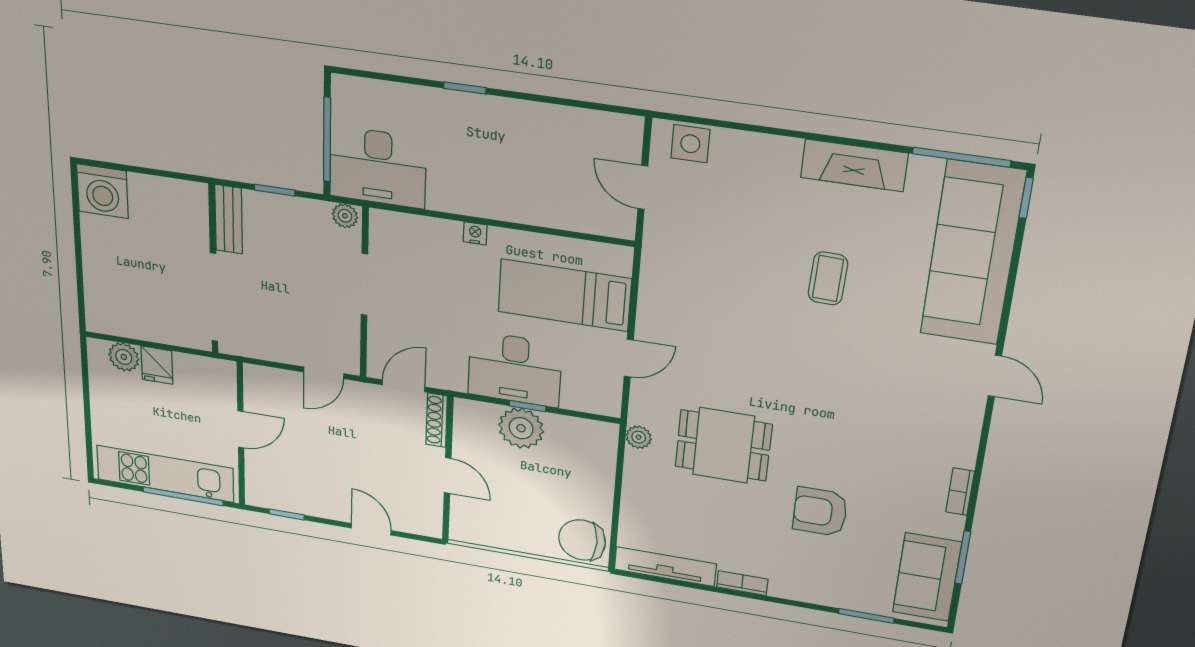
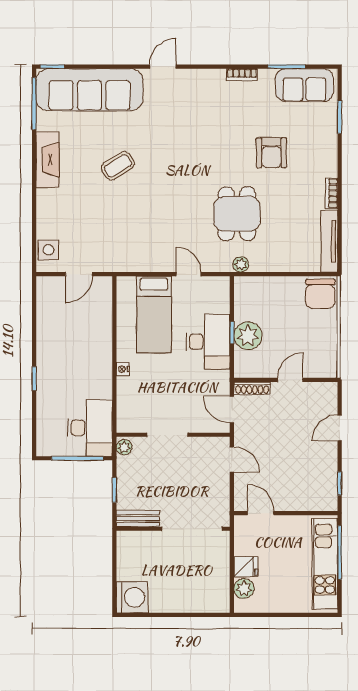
coffee table: (828, 278) -> (118, 166), turned -34
door: (241, 429) -> (261, 513), moved

